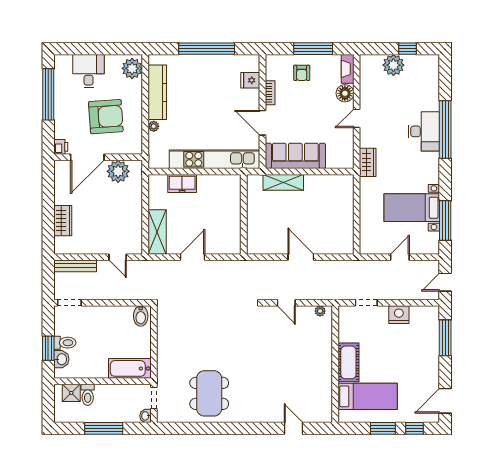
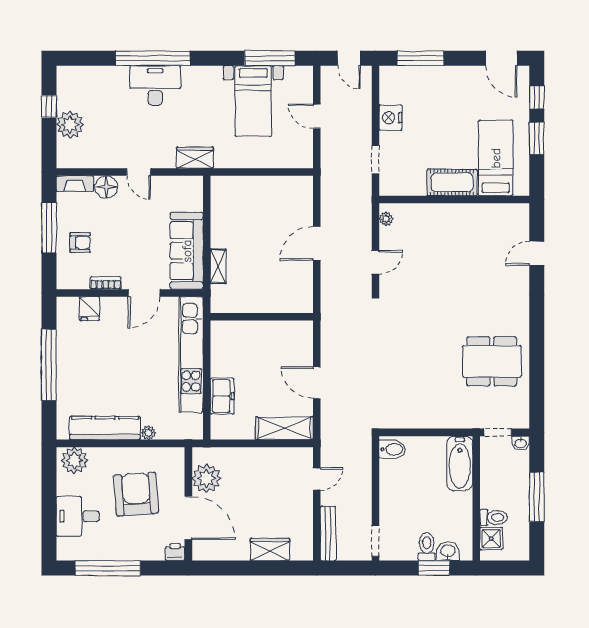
shelving: (283, 182) -> (218, 266), width x0.67, depth x0.75

